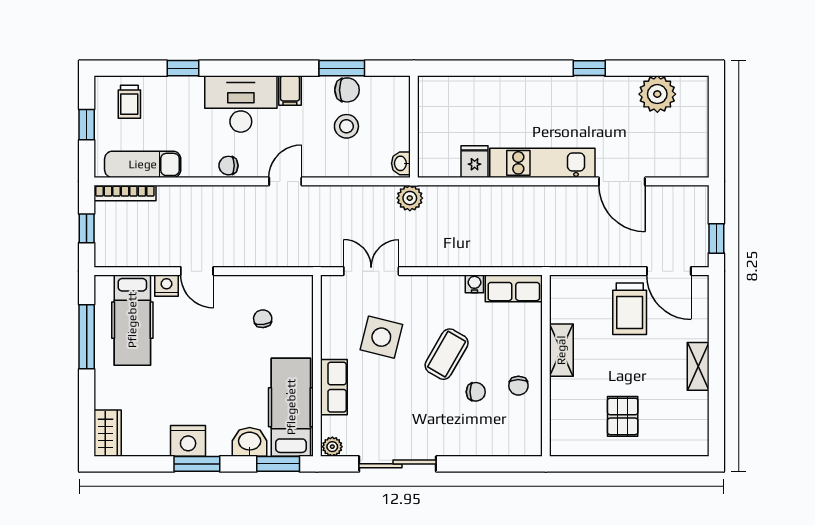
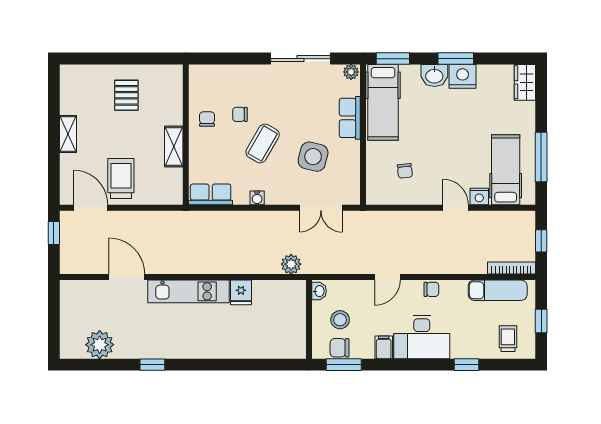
wall: (414, 127) -> (309, 319), moved
washbasin: (401, 163) -> (319, 291), moved
water cooler: (474, 284) -> (257, 198), moved
washbasin: (250, 442) -> (434, 76), moved

